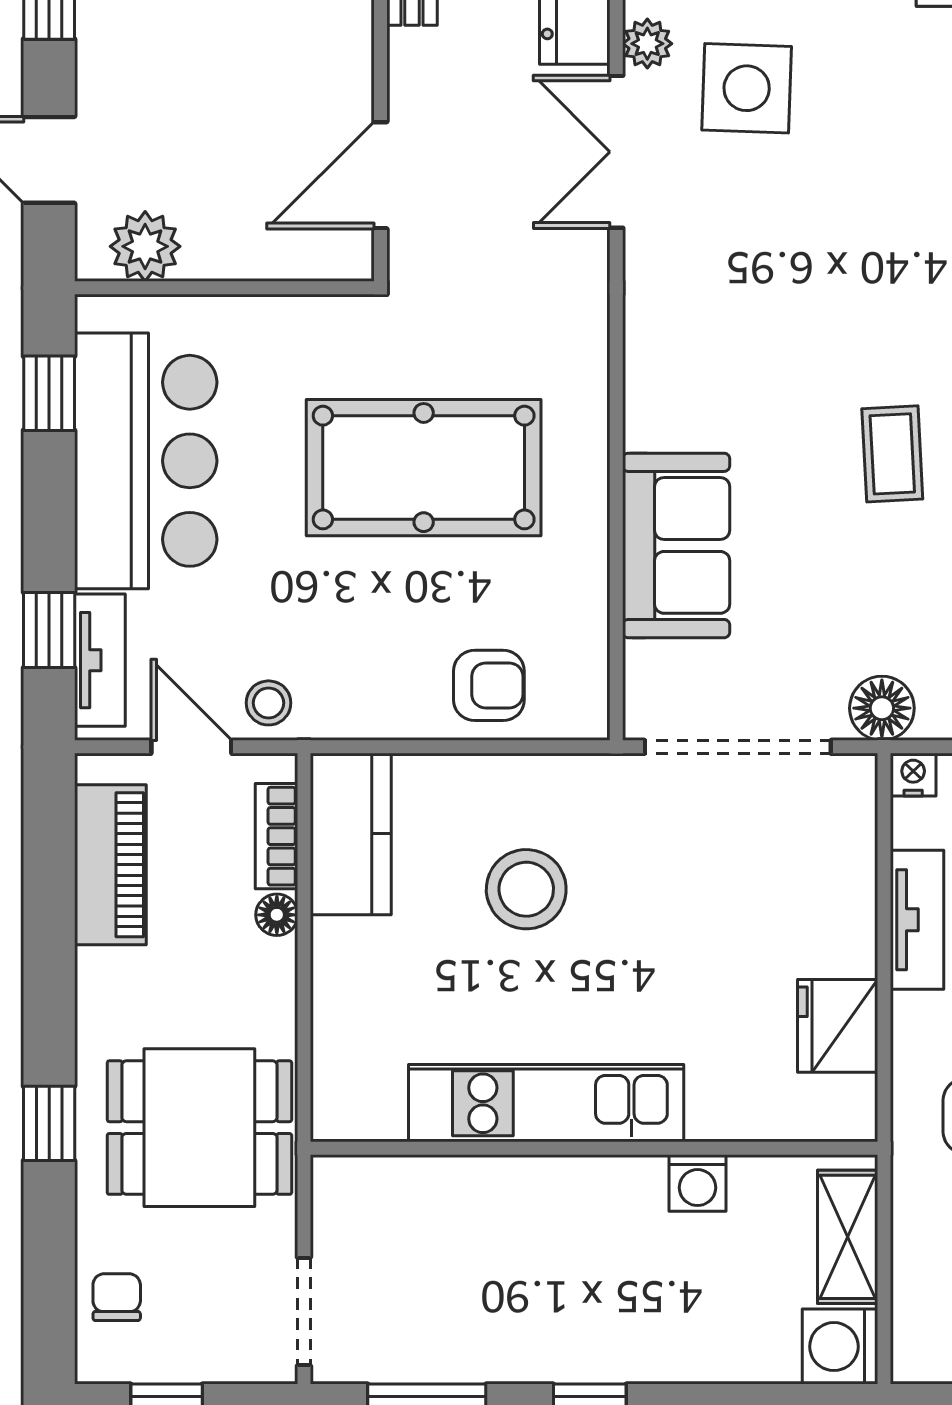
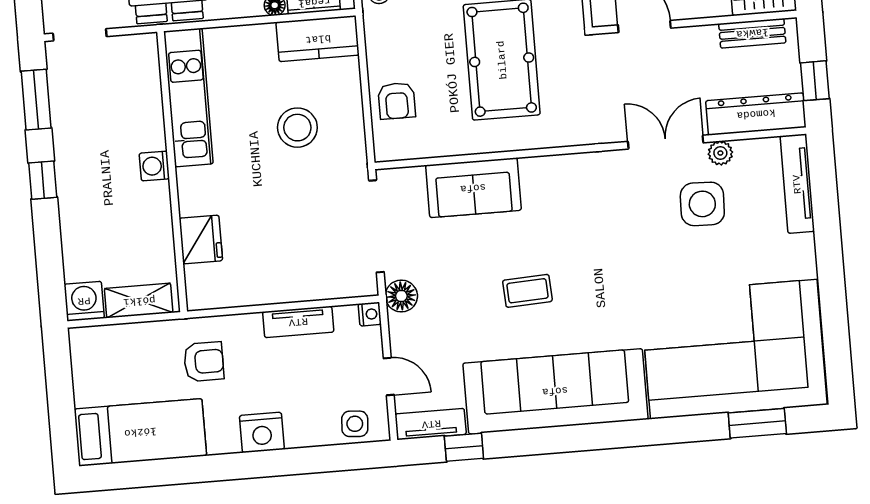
fridge: (838, 1026) -> (201, 240), moved, turned 90
kitchen unit: (546, 1103) -> (188, 98), moved
washing machine: (698, 1183) -> (154, 166), moved

